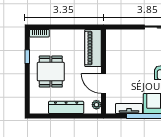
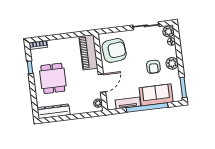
armchair: (121, 50) -> (114, 50), added
door: (103, 83) -> (102, 83), swing flipped
dresser: (66, 107) -> (54, 111), moved

